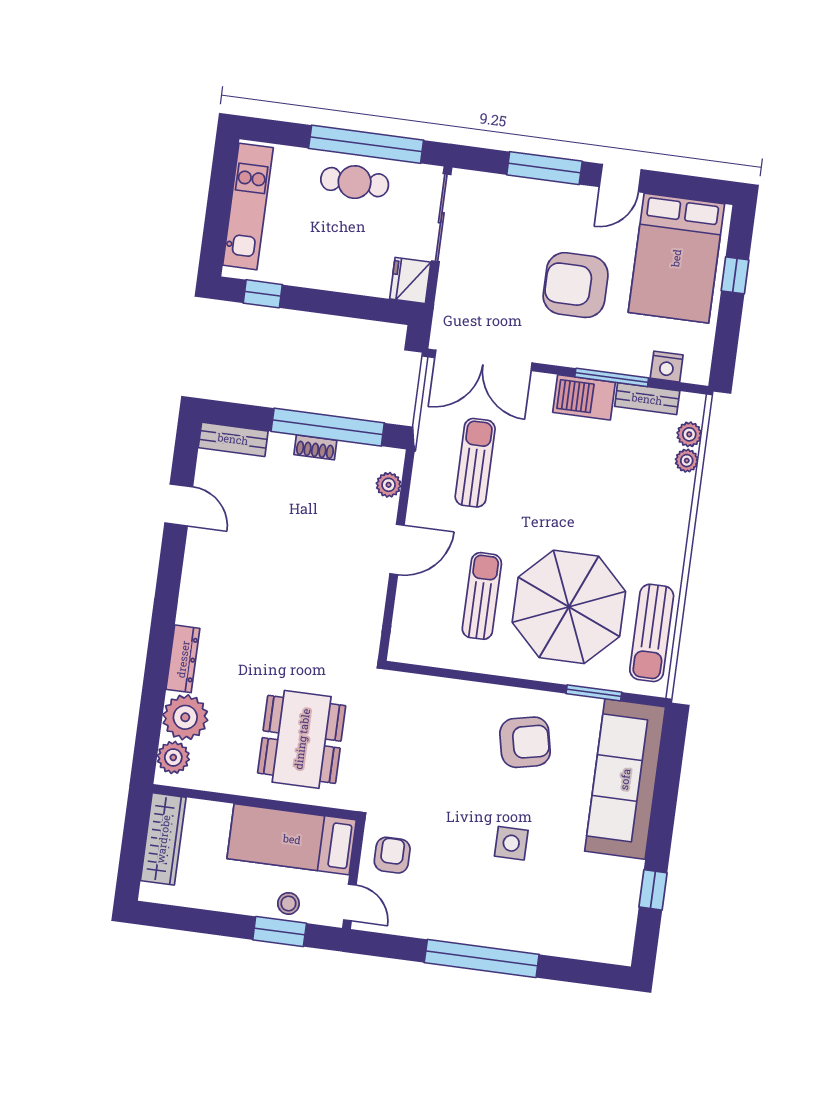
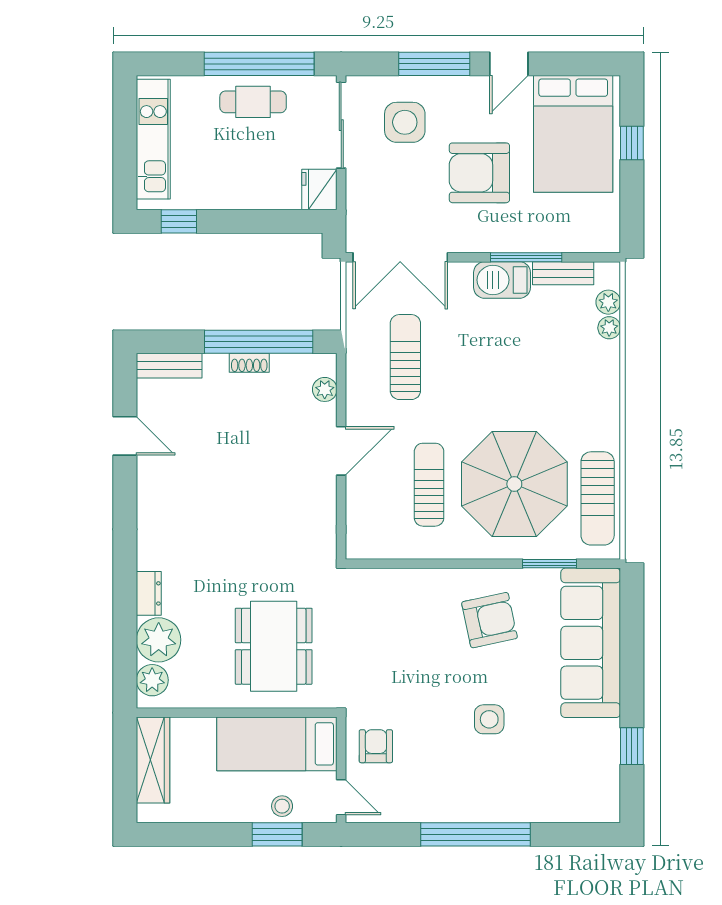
side table: (506, 223) -> (405, 122), added
nightstand: (667, 367) -> (578, 240), removed
dresser: (183, 659) -> (149, 593), width x0.70

